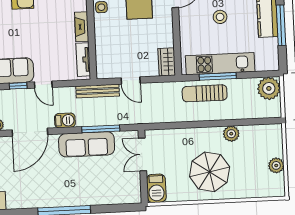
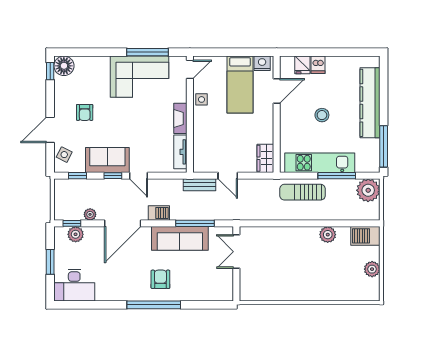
window: (281, 25) -> (384, 146), moved
window: (218, 76) -> (337, 176), moved
bench: (98, 91) -> (199, 185), width x0.73
parasol: (210, 172) -> (304, 272), removed
armchair: (69, 185) -> (160, 279), added
barbecue: (156, 188) -> (365, 236), moved, turned 90

